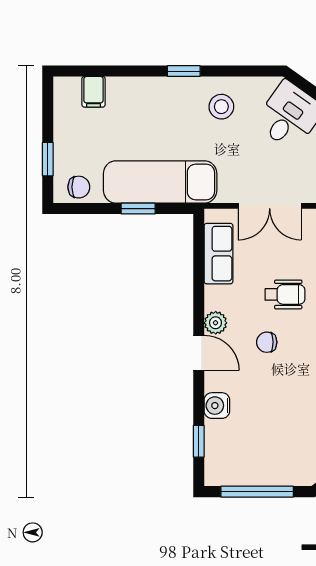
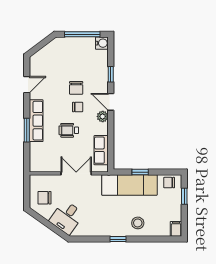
filing cabinet: (93, 92) -> (176, 229), moved
stool: (221, 107) -> (138, 223), moved
chair: (270, 382) -> (76, 88), added
water cooler: (217, 406) -> (102, 43), moved
window: (199, 441) -> (111, 74), moved

